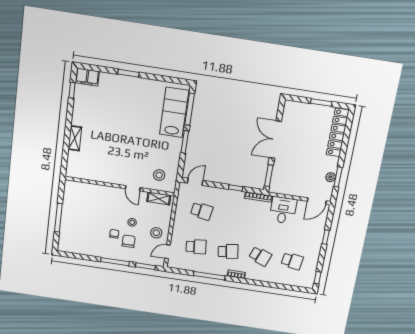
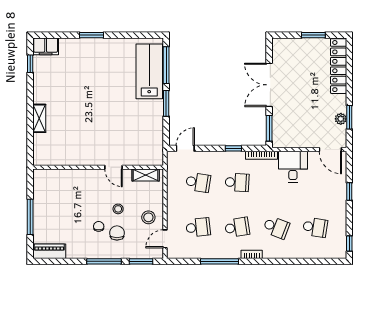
stool: (159, 175) -> (142, 147), removed
door: (317, 201) -> (330, 150), hinge flipped
school desk: (234, 216) -> (237, 182), added
piano: (71, 247) -> (49, 251), added

